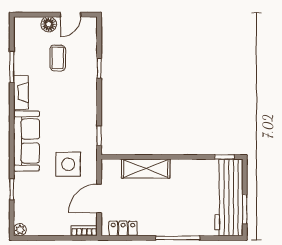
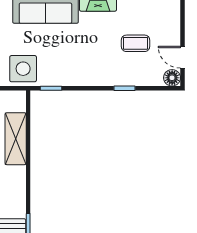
floor lamp: (49, 24) -> (172, 78), moved
side table: (68, 164) -> (23, 69), moved

